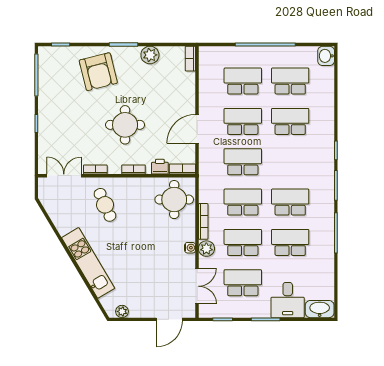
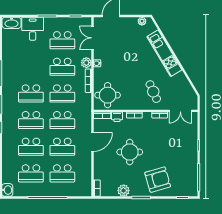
armchair: (98, 72) -> (158, 180), turned 88
round table: (125, 125) -> (130, 152), moved
school desk: (290, 242) -> (31, 120), moved

